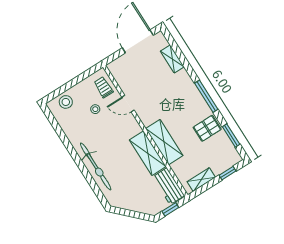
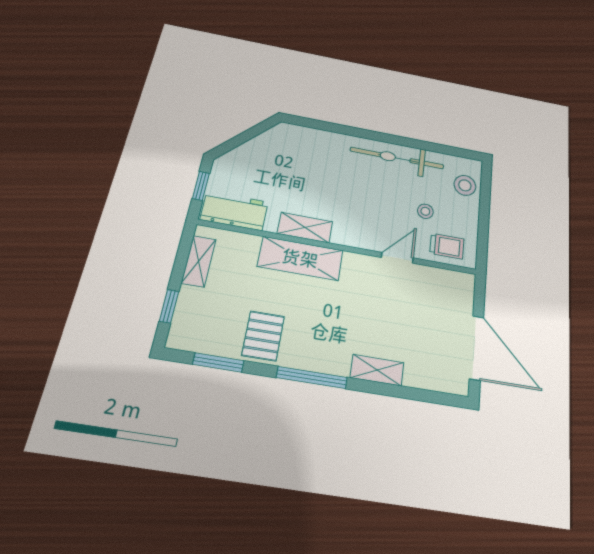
shelving: (172, 59) -> (377, 370), moved
shelving: (148, 153) -> (305, 228), width x0.67, depth x0.75
bicycle: (96, 166) -> (397, 158), moved

